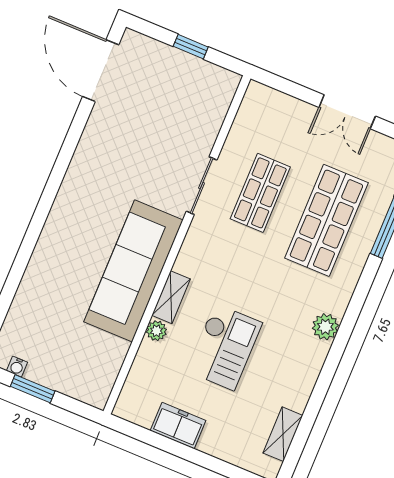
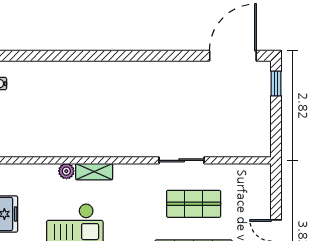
window: (191, 47) -> (276, 83), moved
sofa: (133, 271) -> (102, 137), removed

